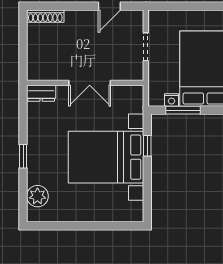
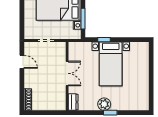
bed with nightstands: (106, 157) -> (111, 64), width x0.73
plant: (37, 196) -> (104, 104), moved

